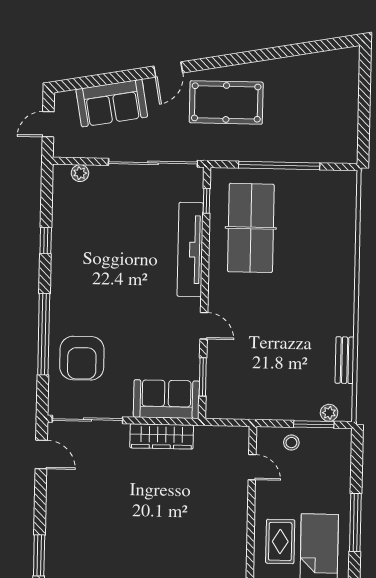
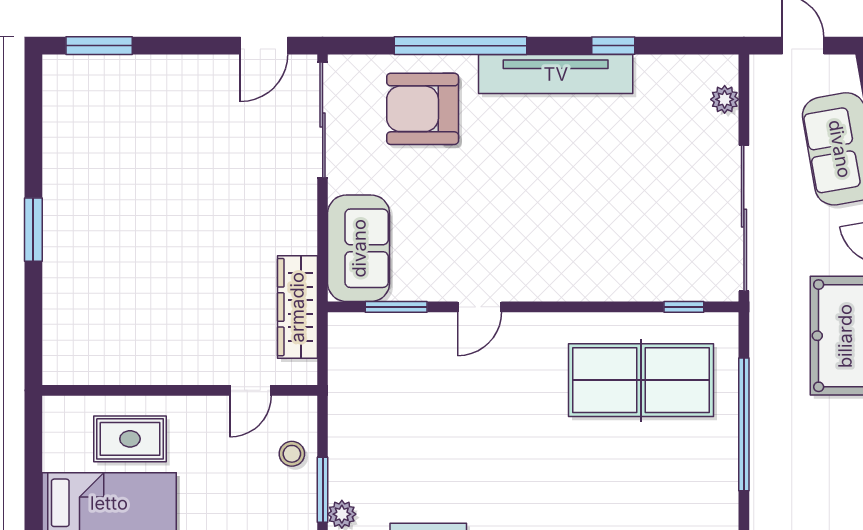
tv unit: (190, 250) -> (556, 74), moved, turned 180
wardrobe: (162, 436) -> (297, 307), moved

